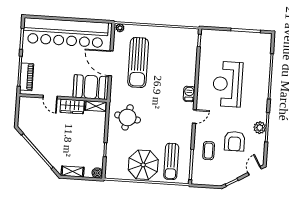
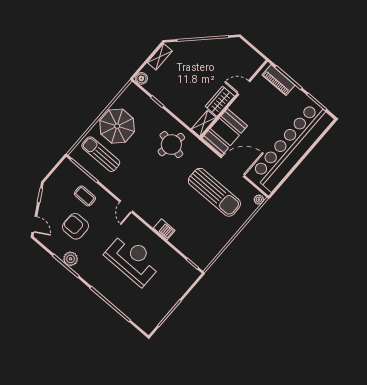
sun lounger: (138, 63) -> (214, 192), turned 180
barbecue: (189, 94) -> (164, 229), moved

